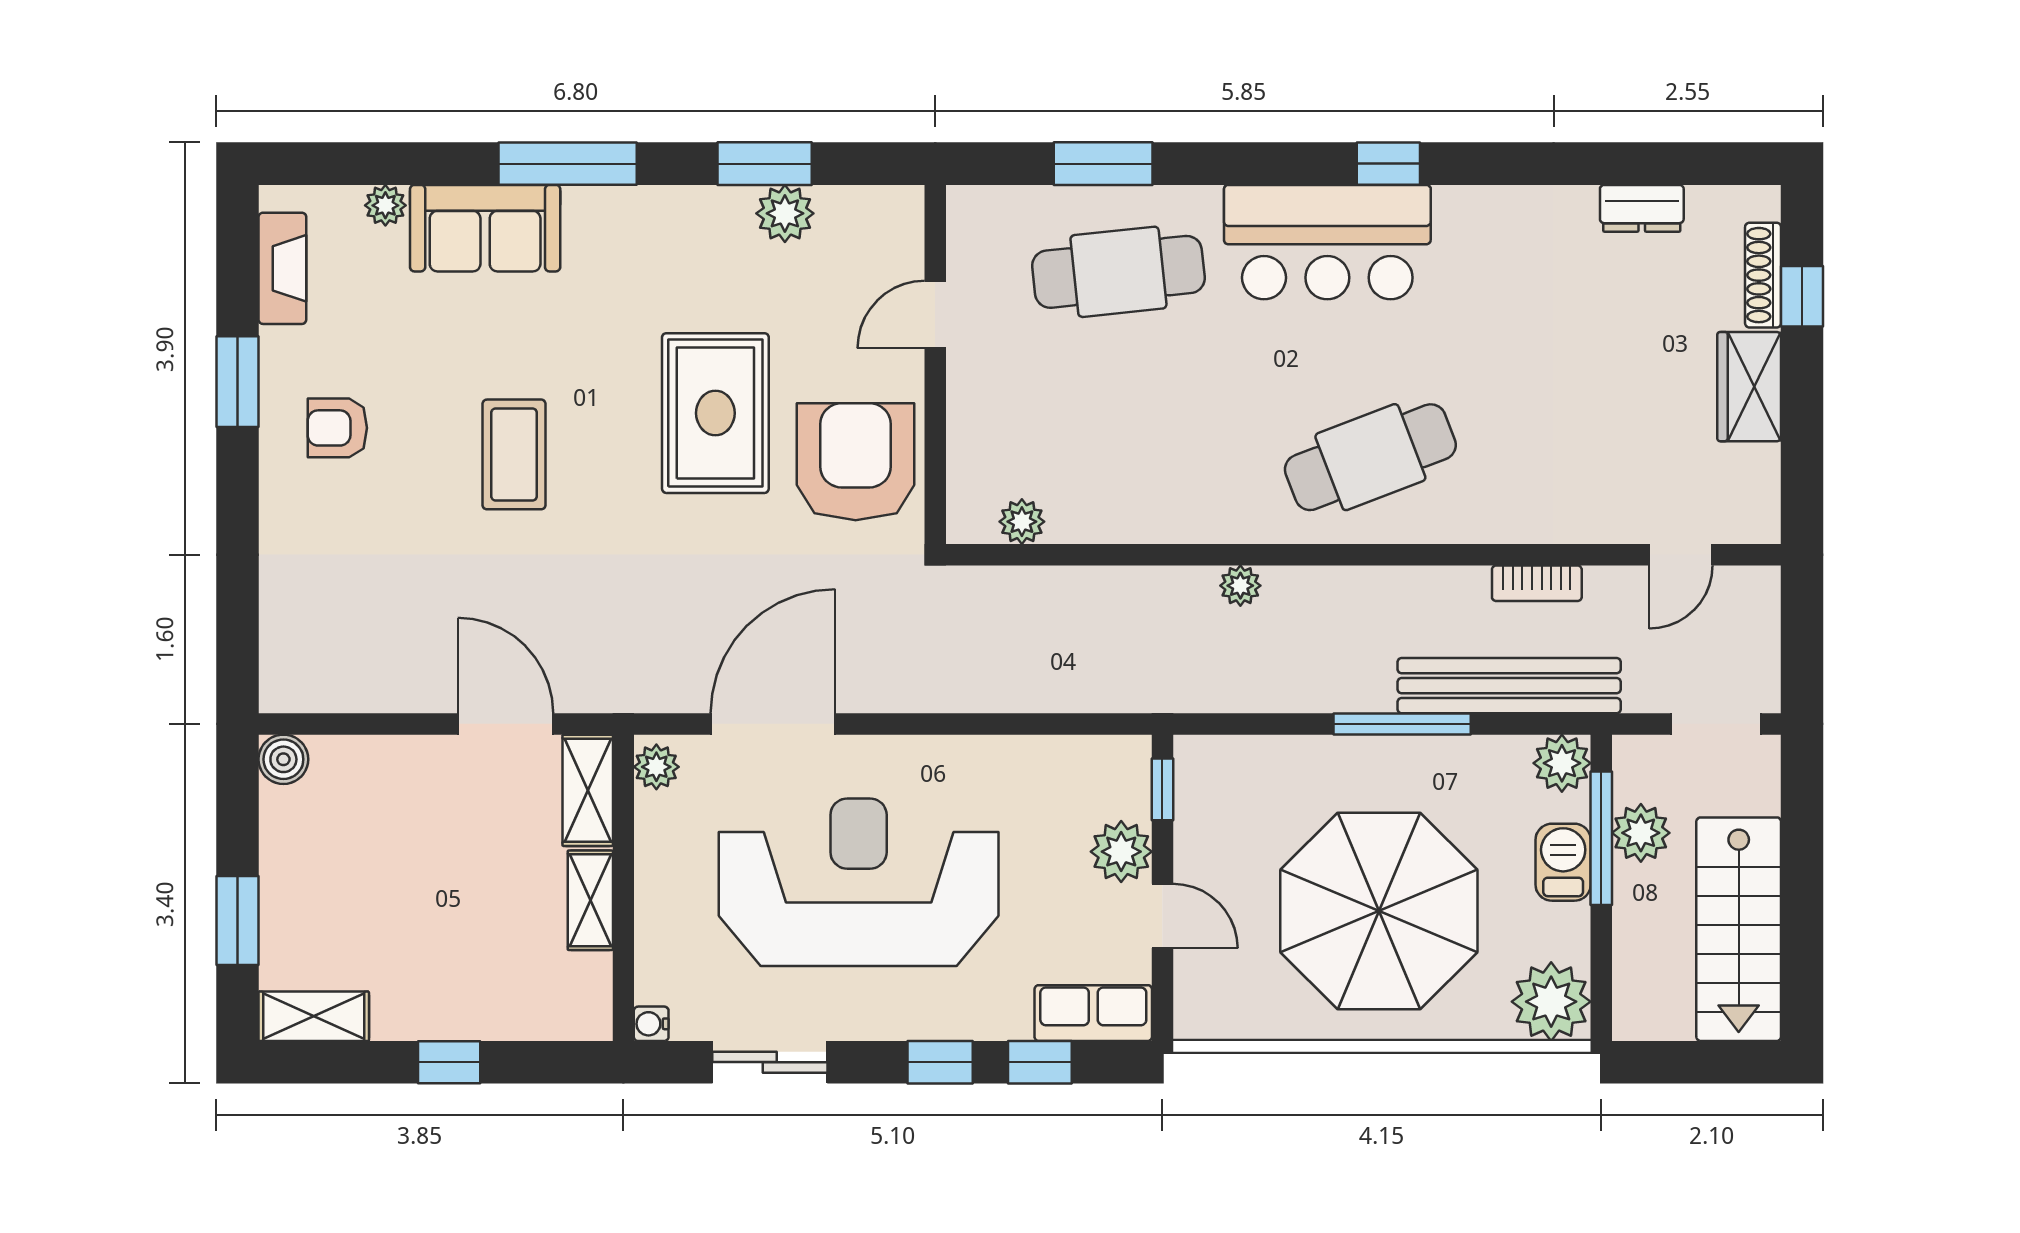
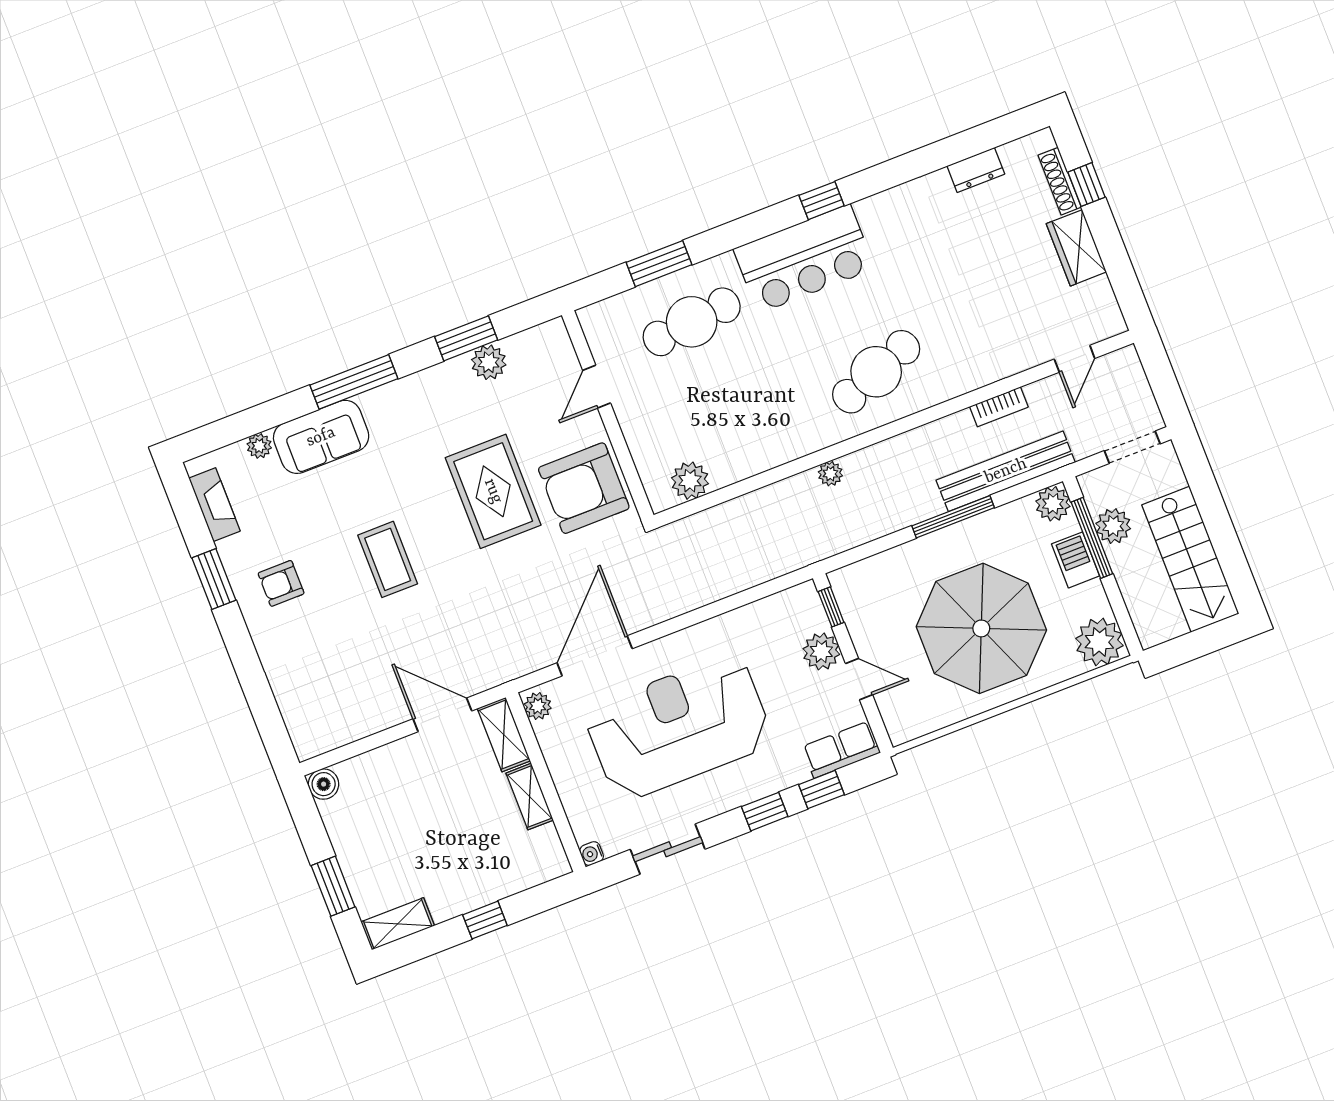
armchair: (856, 462) -> (584, 488), turned -90
plant: (1022, 522) -> (690, 481), width x1.38, depth x1.38

